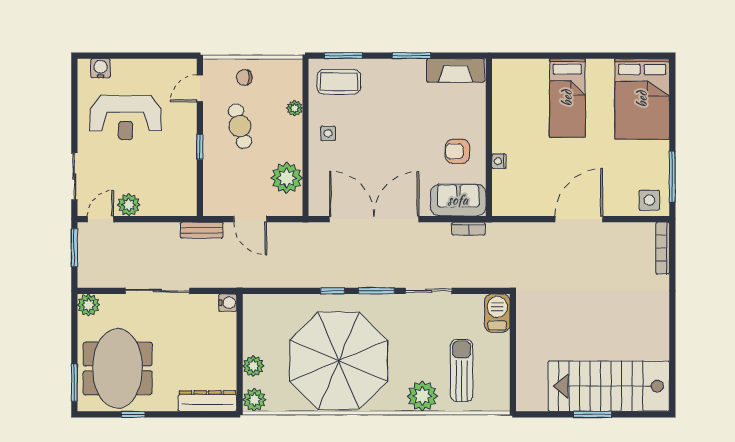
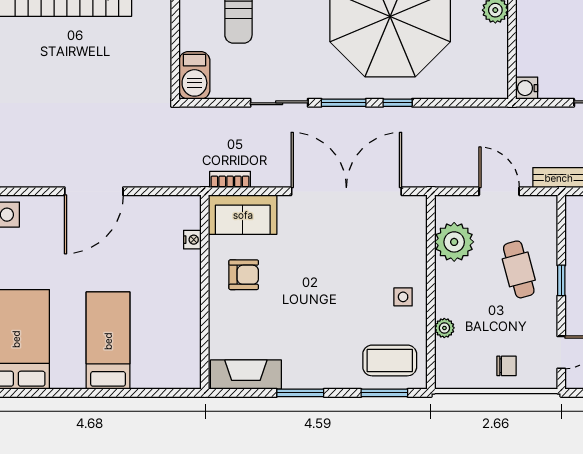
cafe table: (240, 126) -> (519, 269), moved
nightstand: (499, 161) -> (192, 240), moved
double door: (374, 219) -> (346, 191), swing flipped

